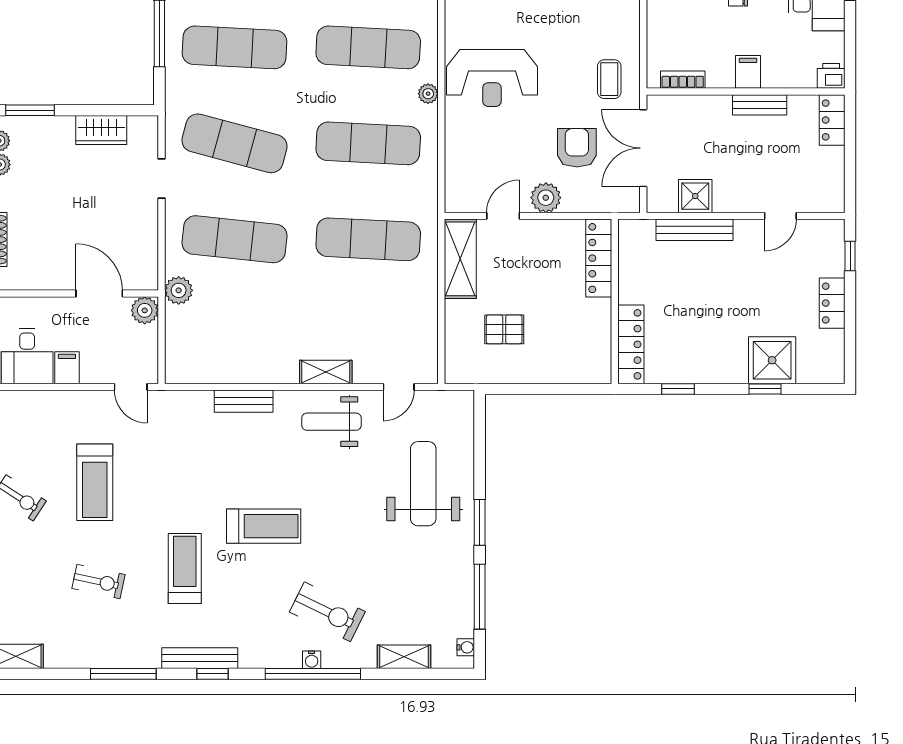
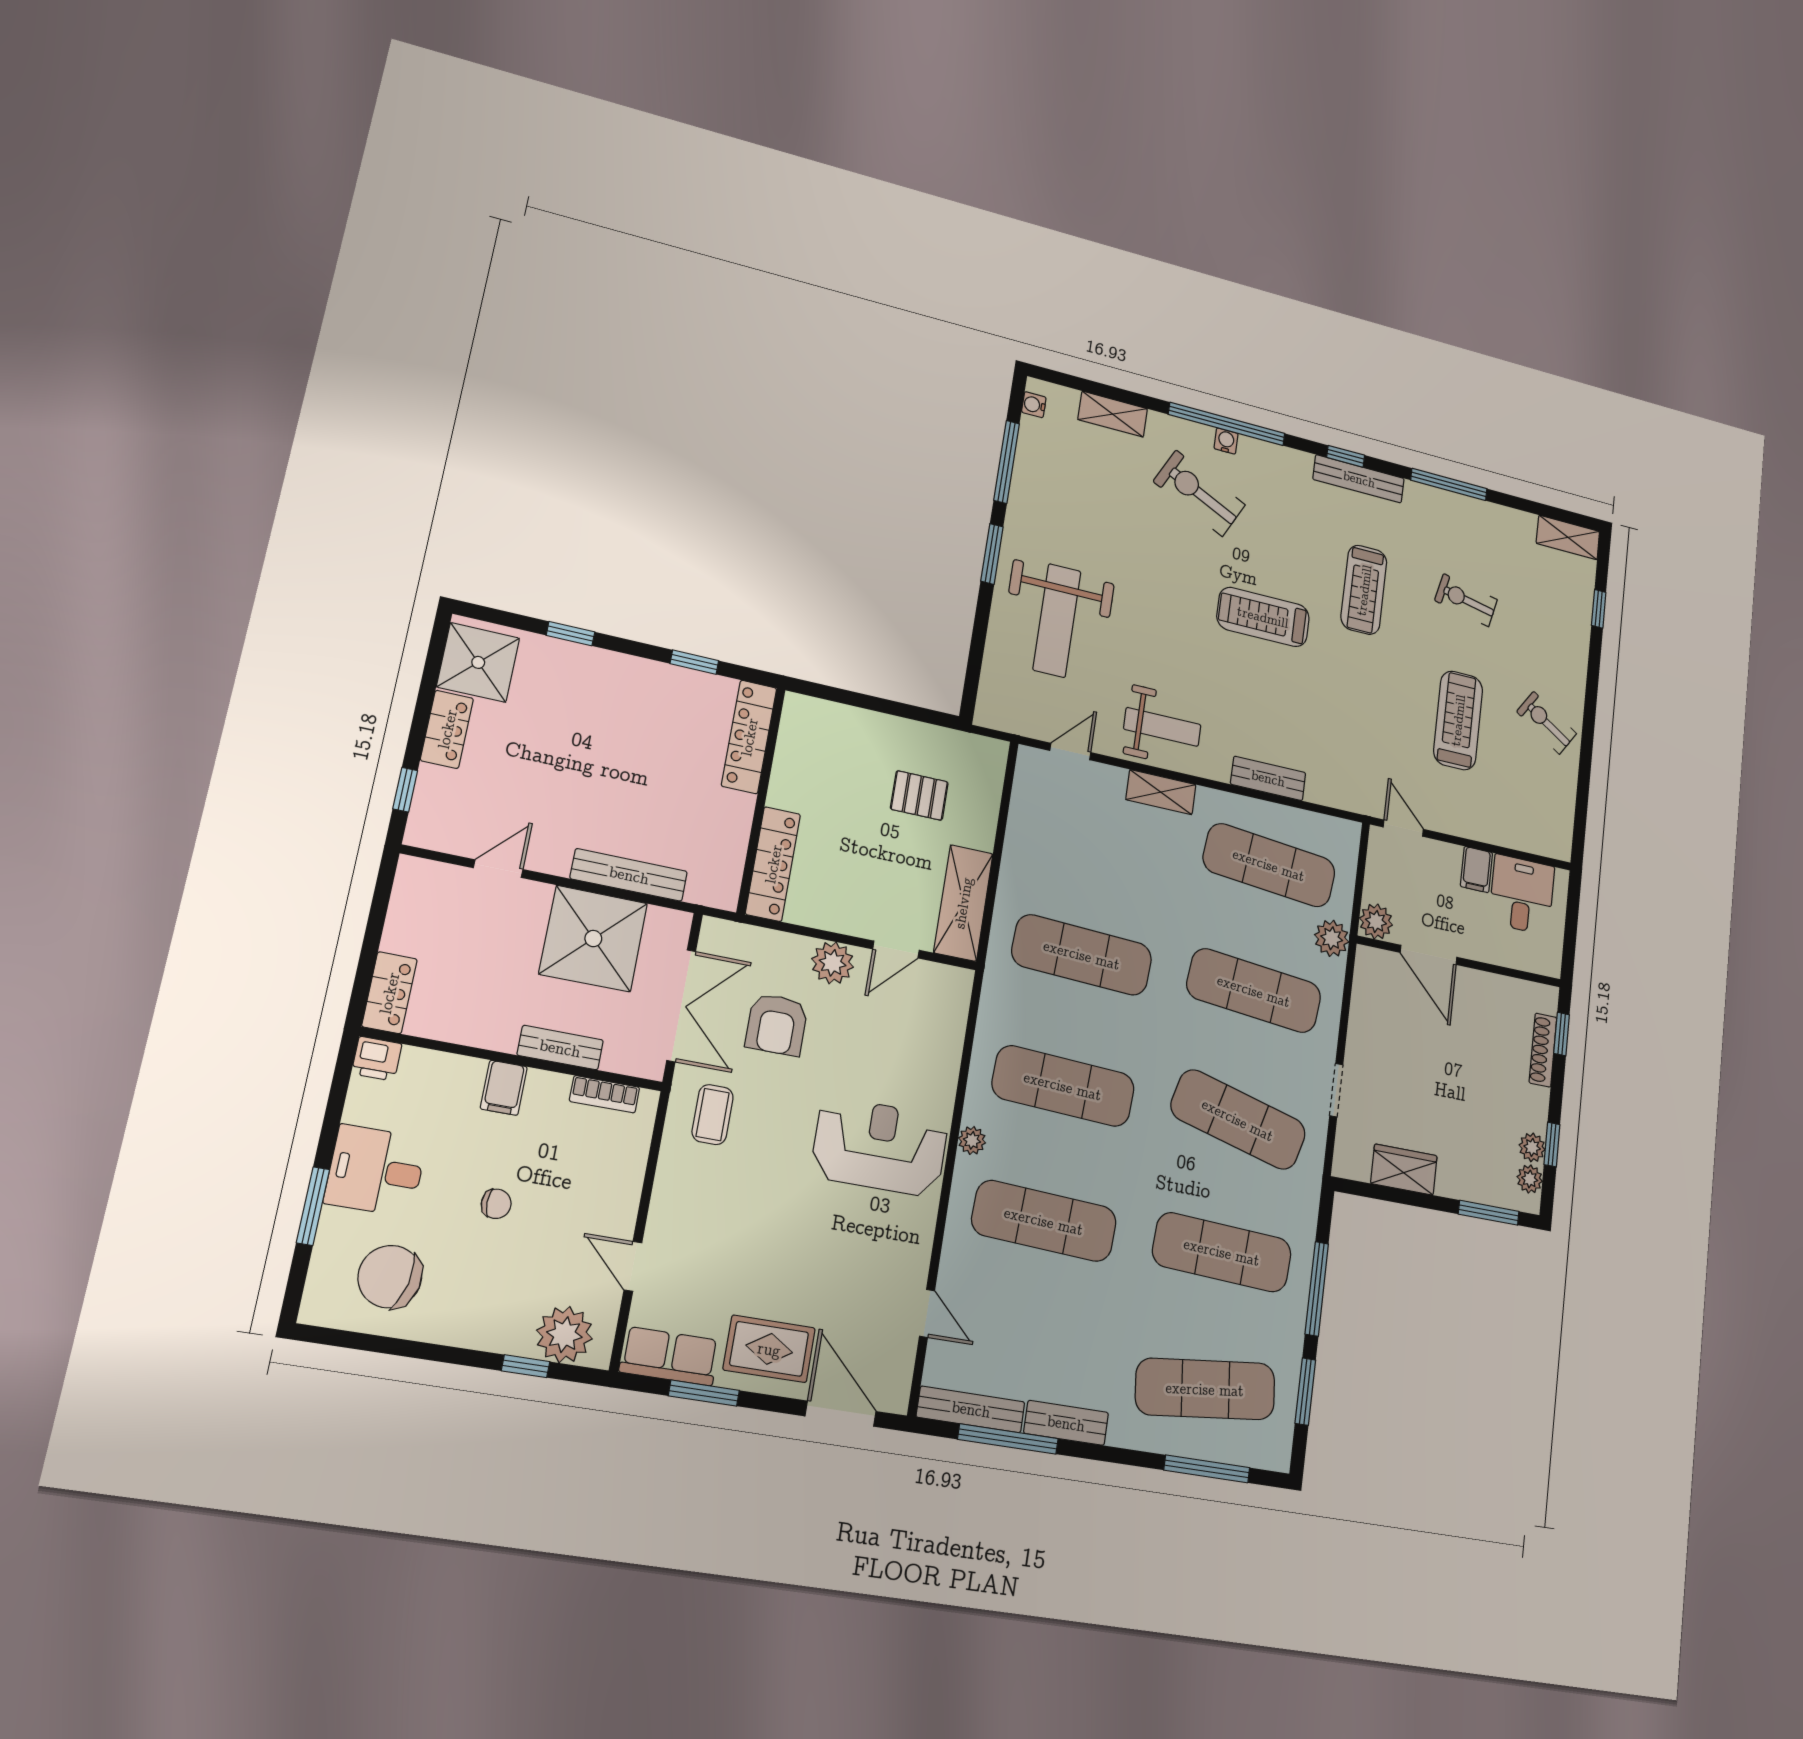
bench: (760, 105) -> (560, 1048), moved
shower: (695, 196) -> (593, 939), width x1.86, depth x1.86
exercise mat: (235, 335) -> (1269, 865), added
shower: (772, 360) -> (478, 662), moved

